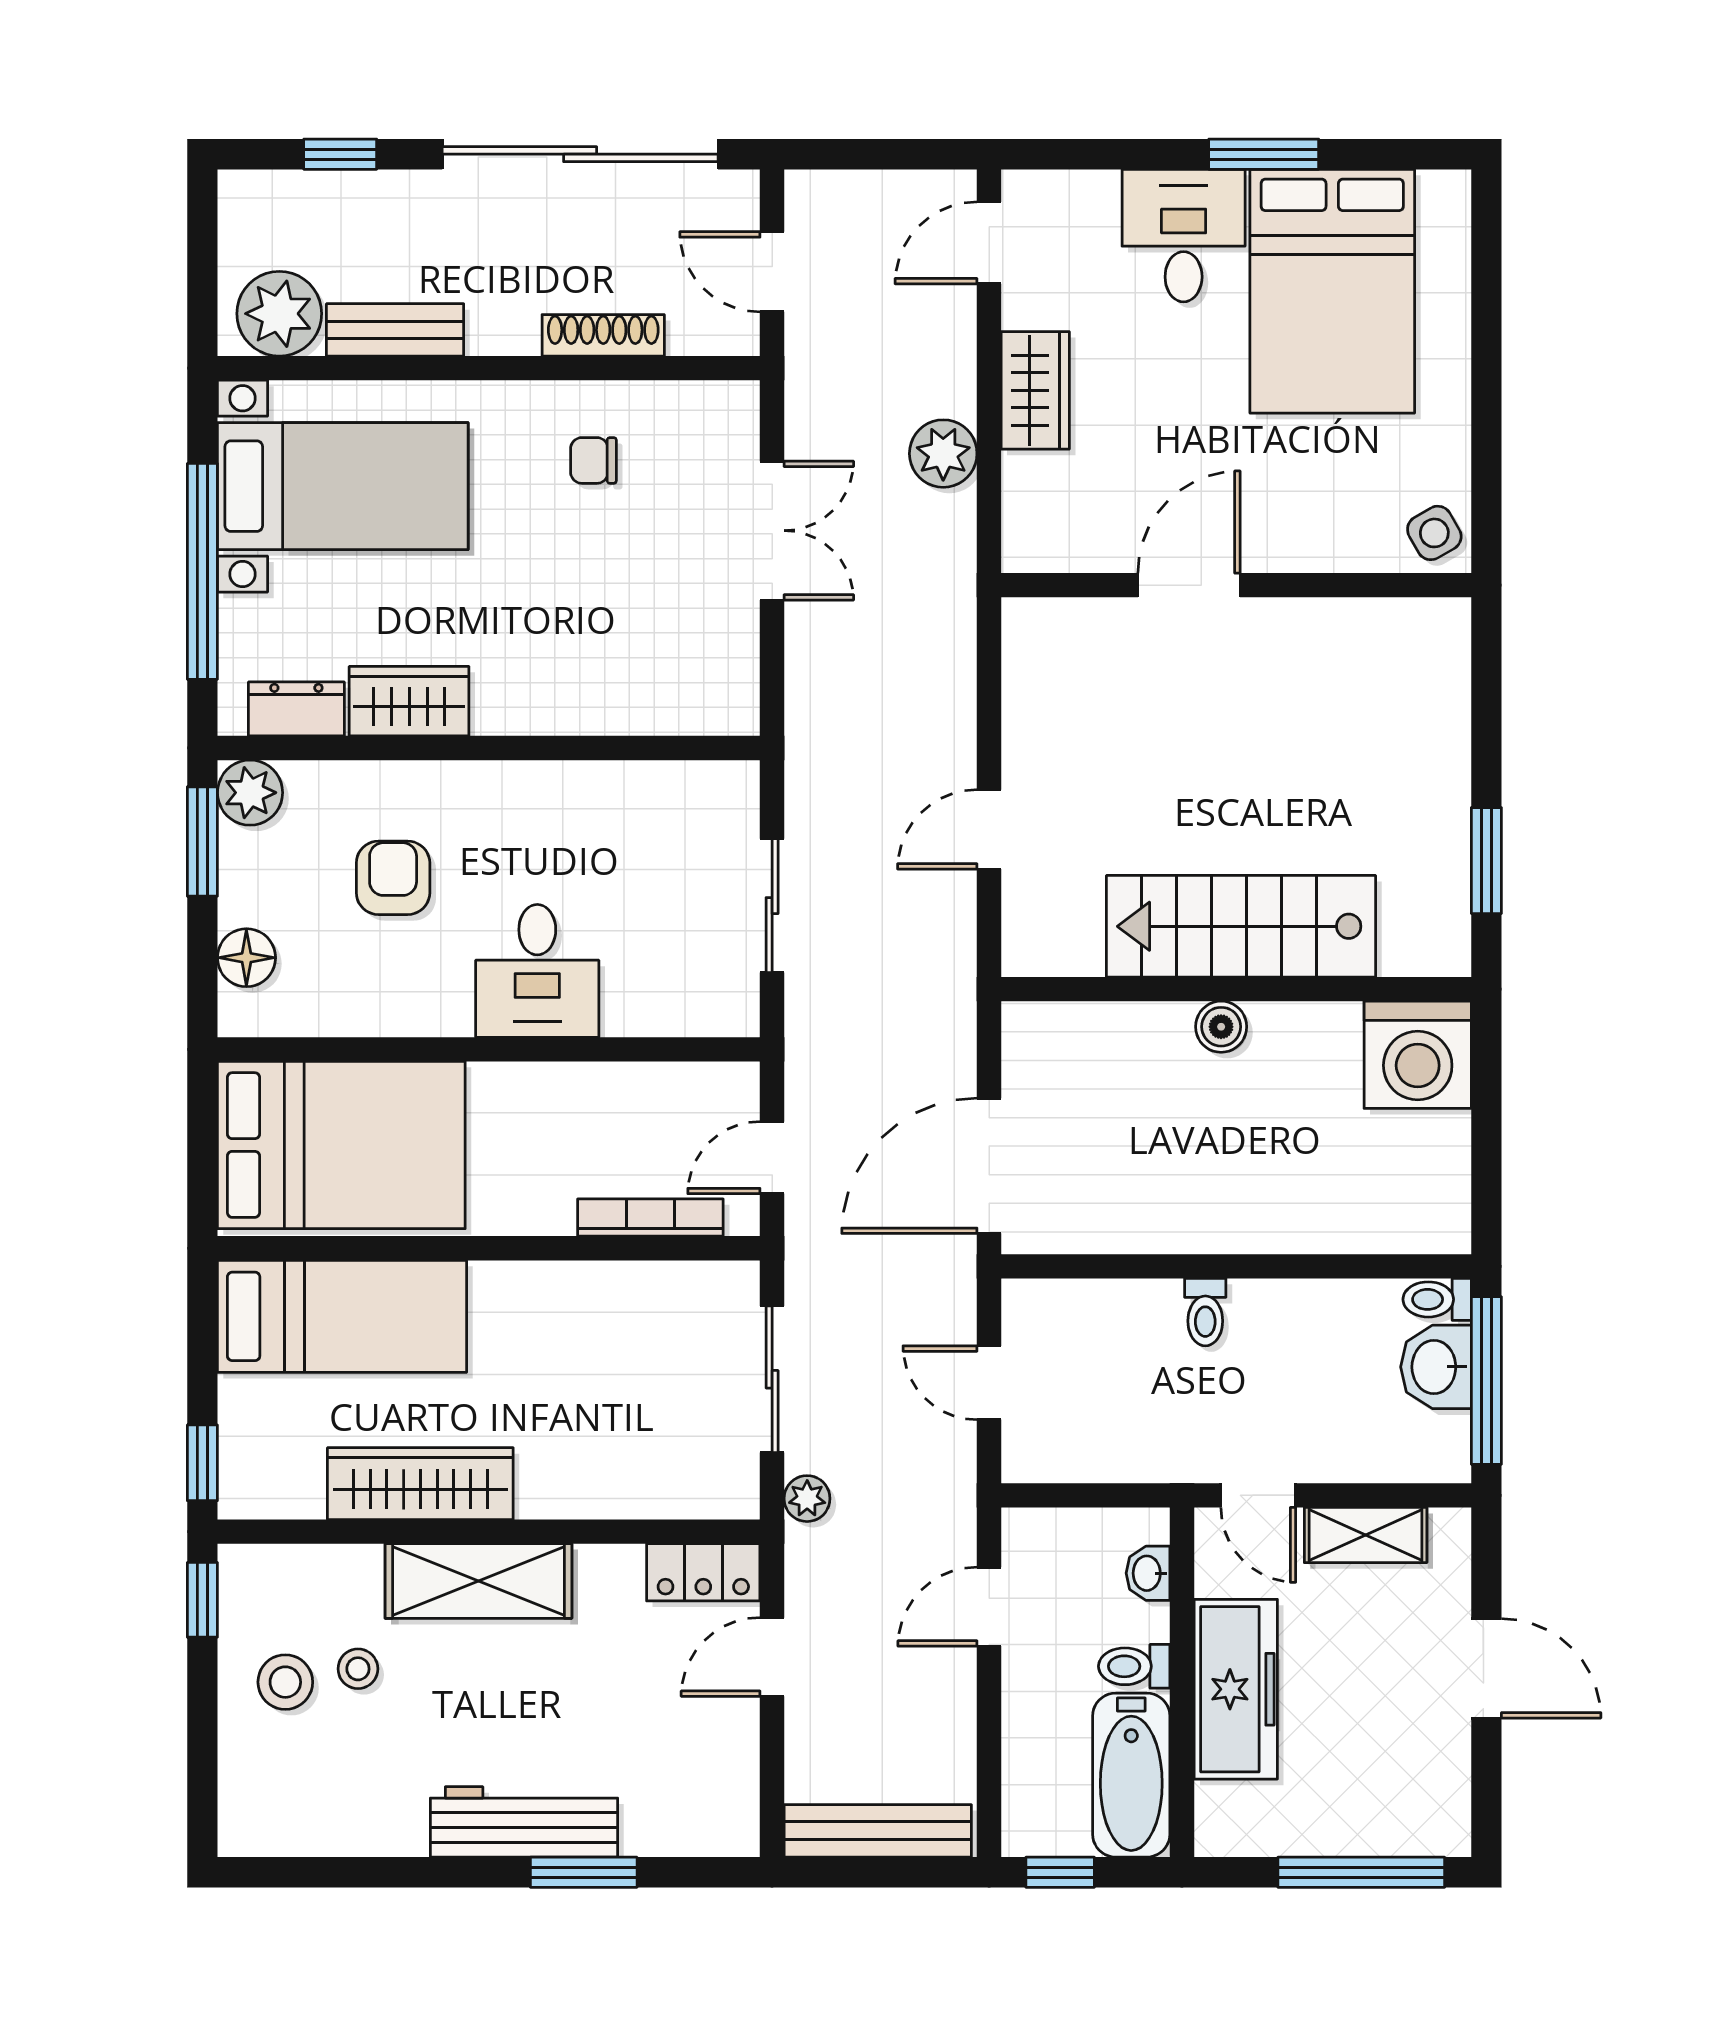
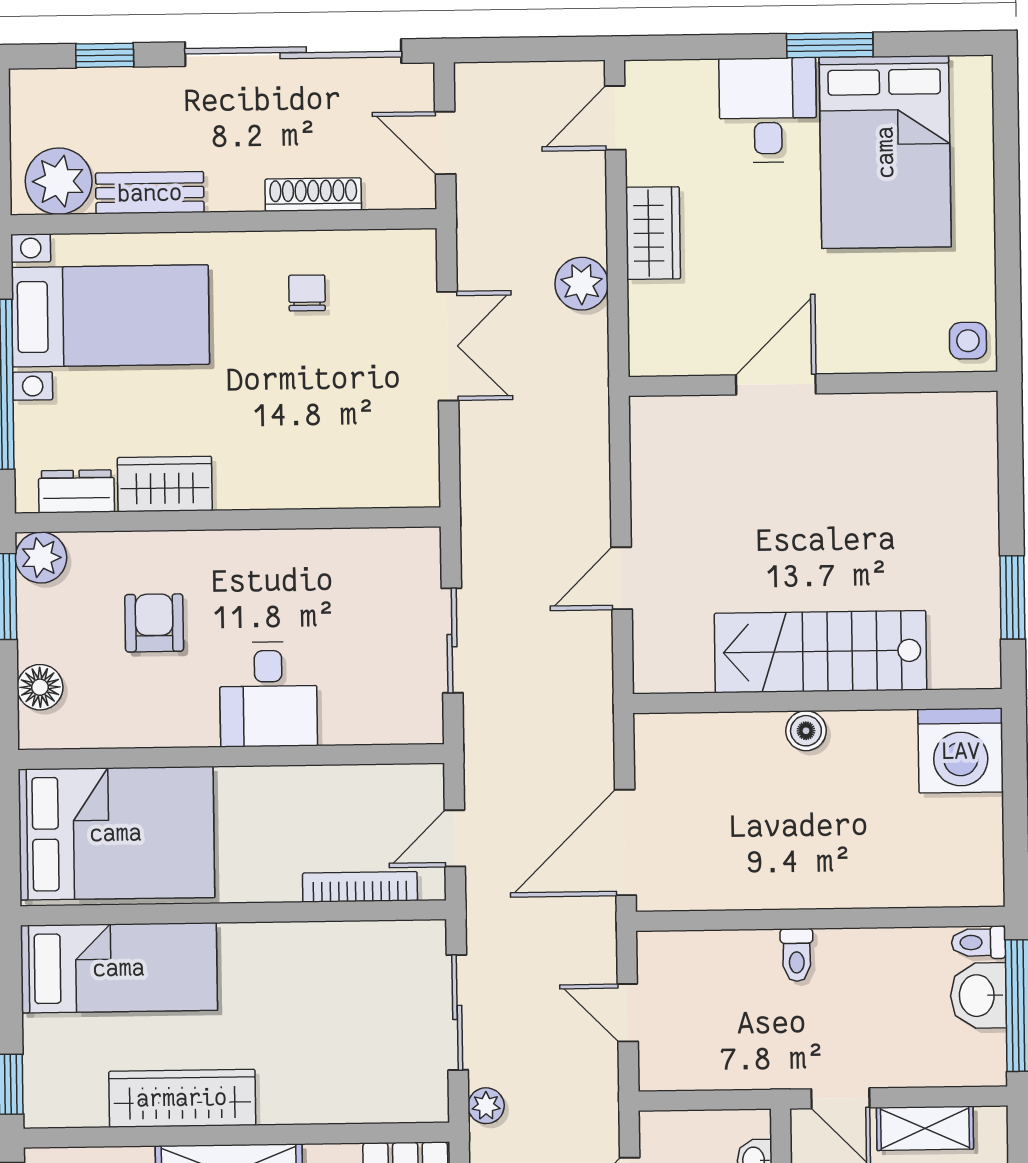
chair: (593, 460) -> (307, 293), turned 90
side table: (1434, 533) -> (968, 341), turned 30

